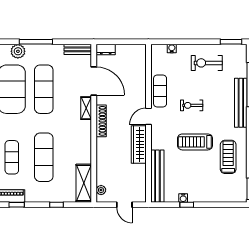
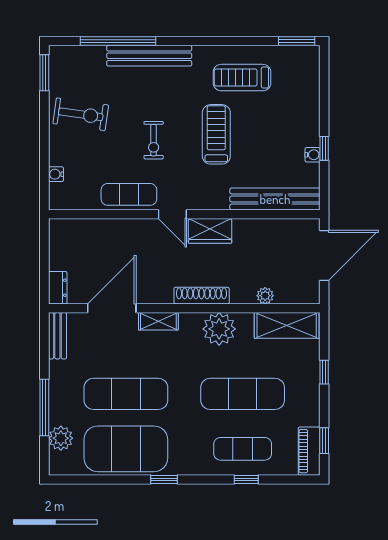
exercise bike: (207, 63) -> (81, 114), turned -82
shoe rack: (101, 121) -> (202, 296), moved
treadmill: (195, 142) -> (216, 134), turned 180
plant: (82, 144) -> (219, 329), added
wardrobe: (139, 145) -> (210, 231), width x0.67
plant: (101, 190) -> (265, 296), moved
door: (124, 205) -> (324, 256), width x1.87

